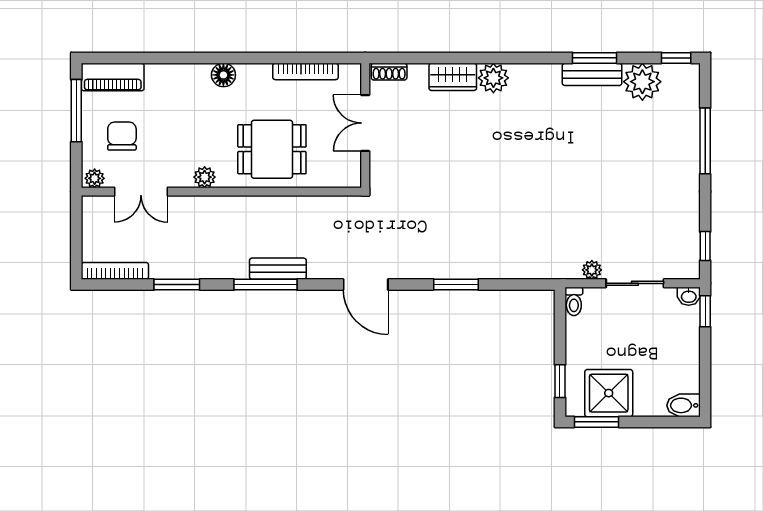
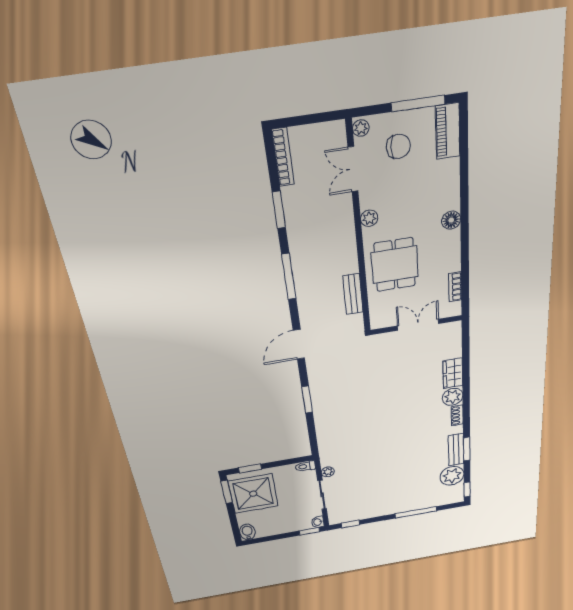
bookcase: (305, 71) -> (455, 287), width x0.64
shoe rack: (389, 72) -> (457, 415), moved
bench: (278, 269) -> (353, 294), moved
shower: (609, 393) -> (253, 494), width x1.37, depth x1.37

